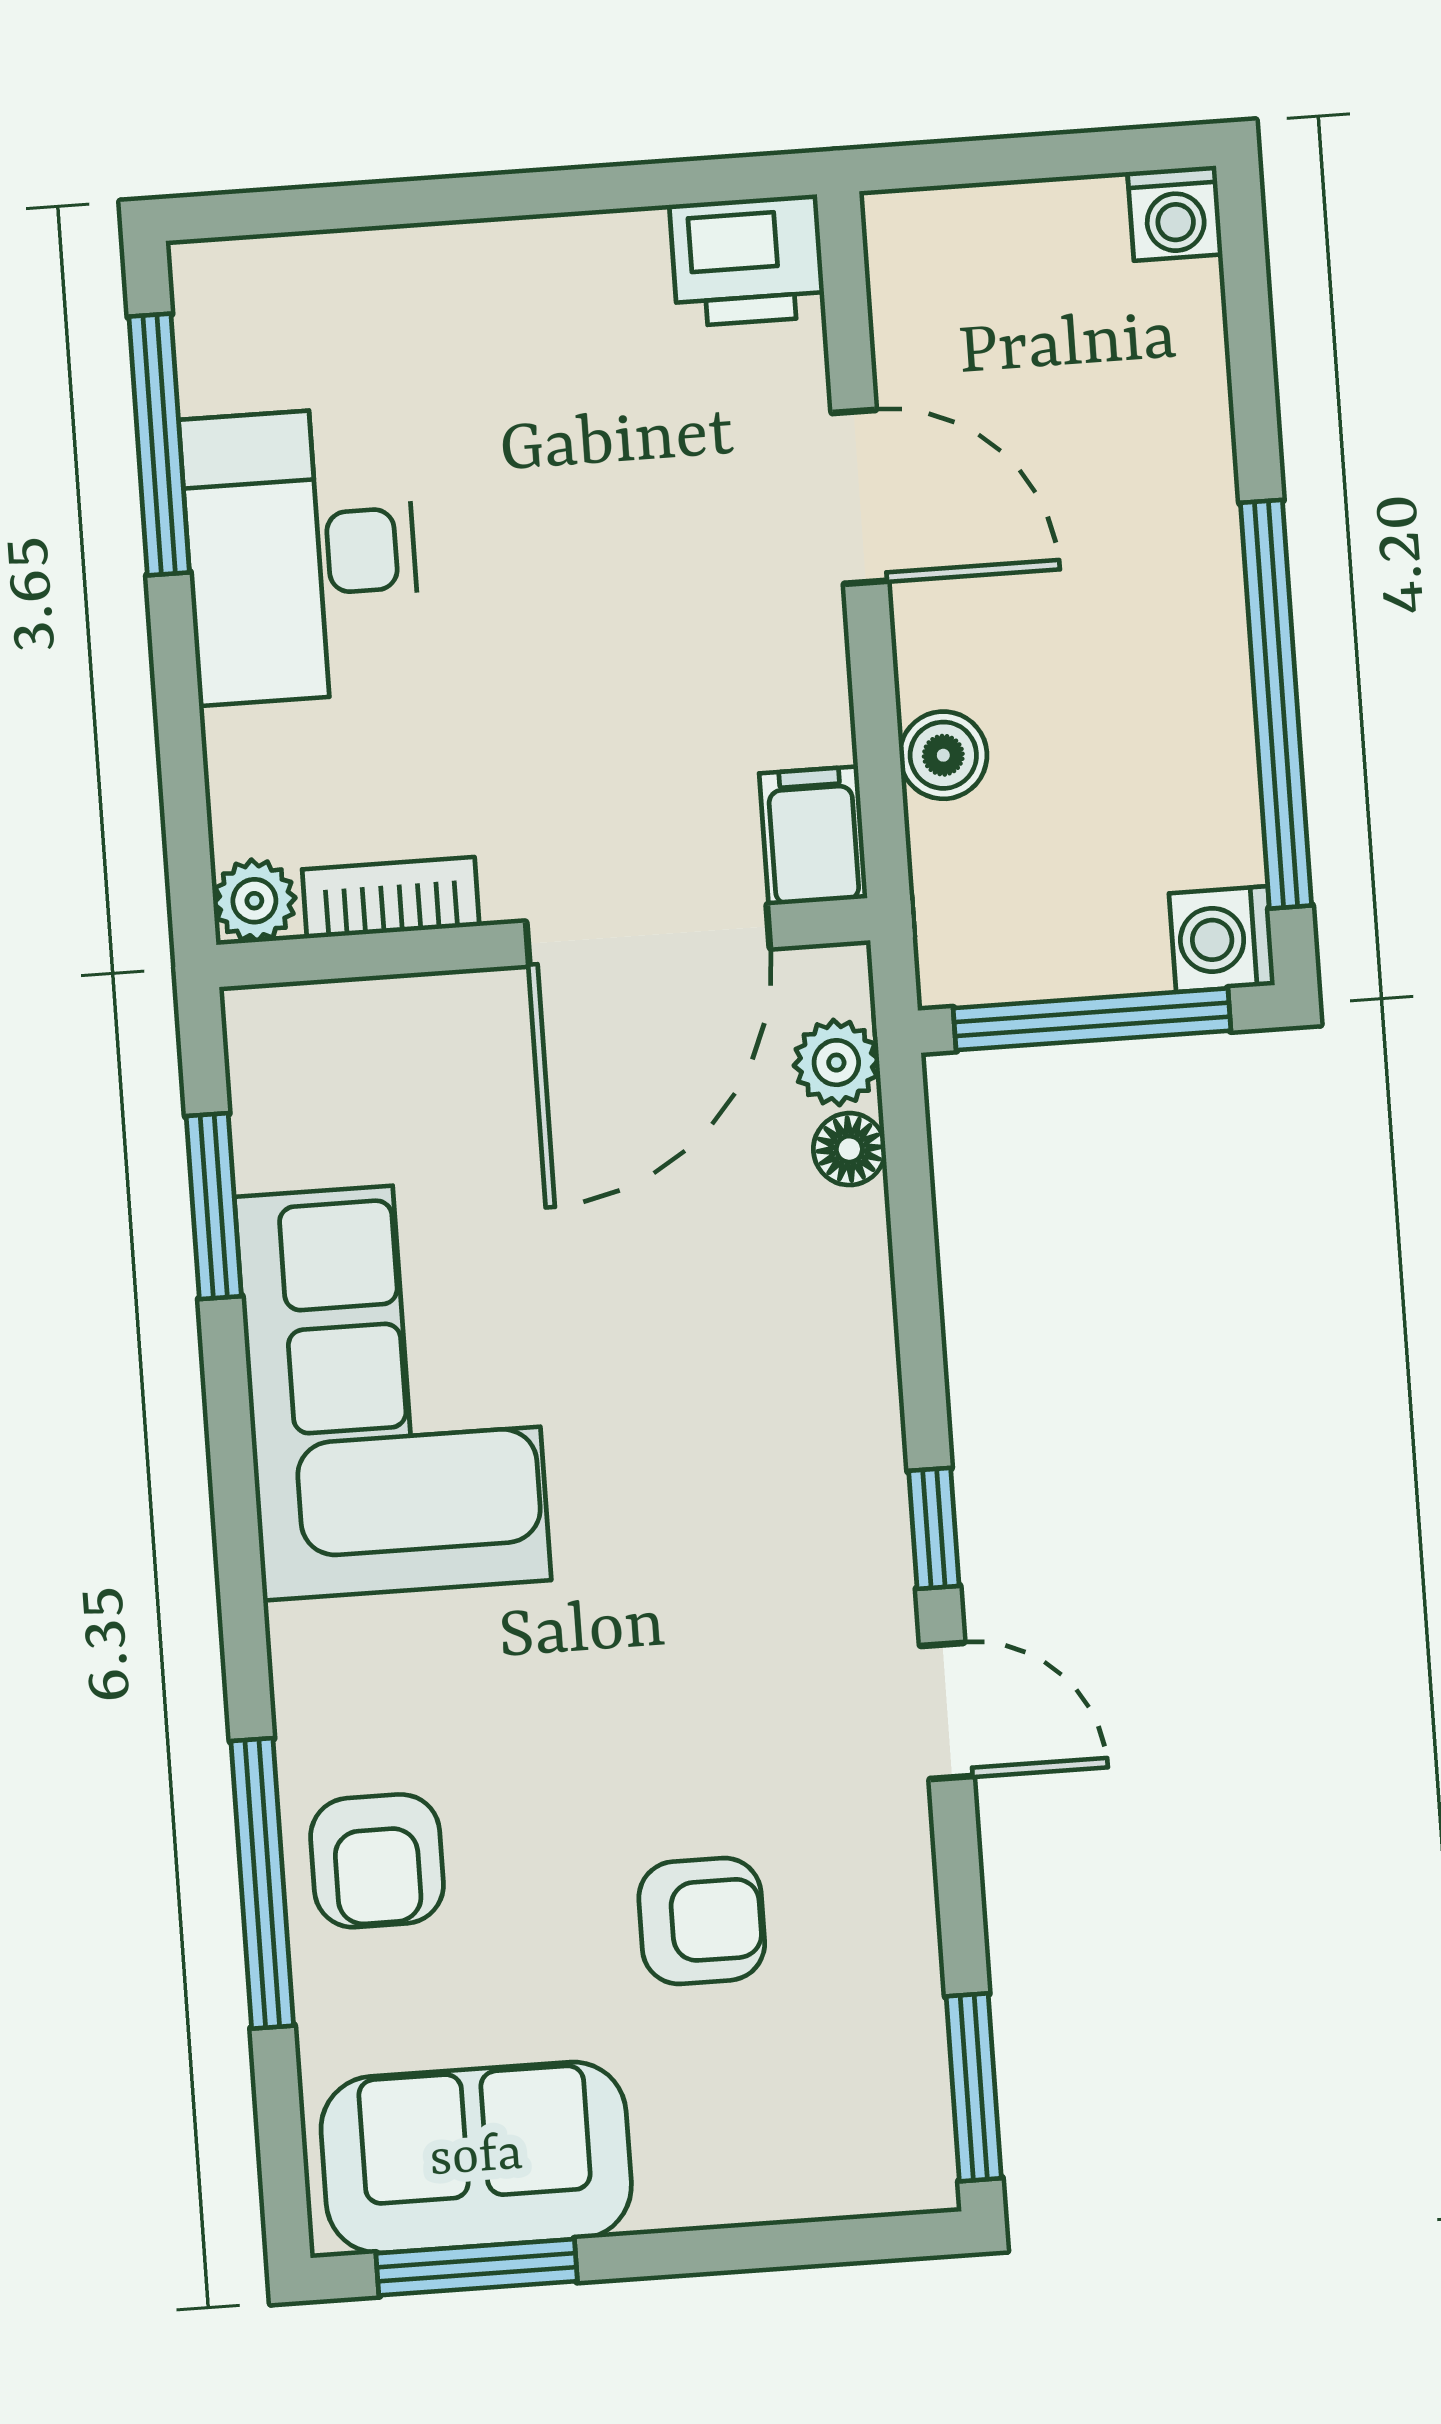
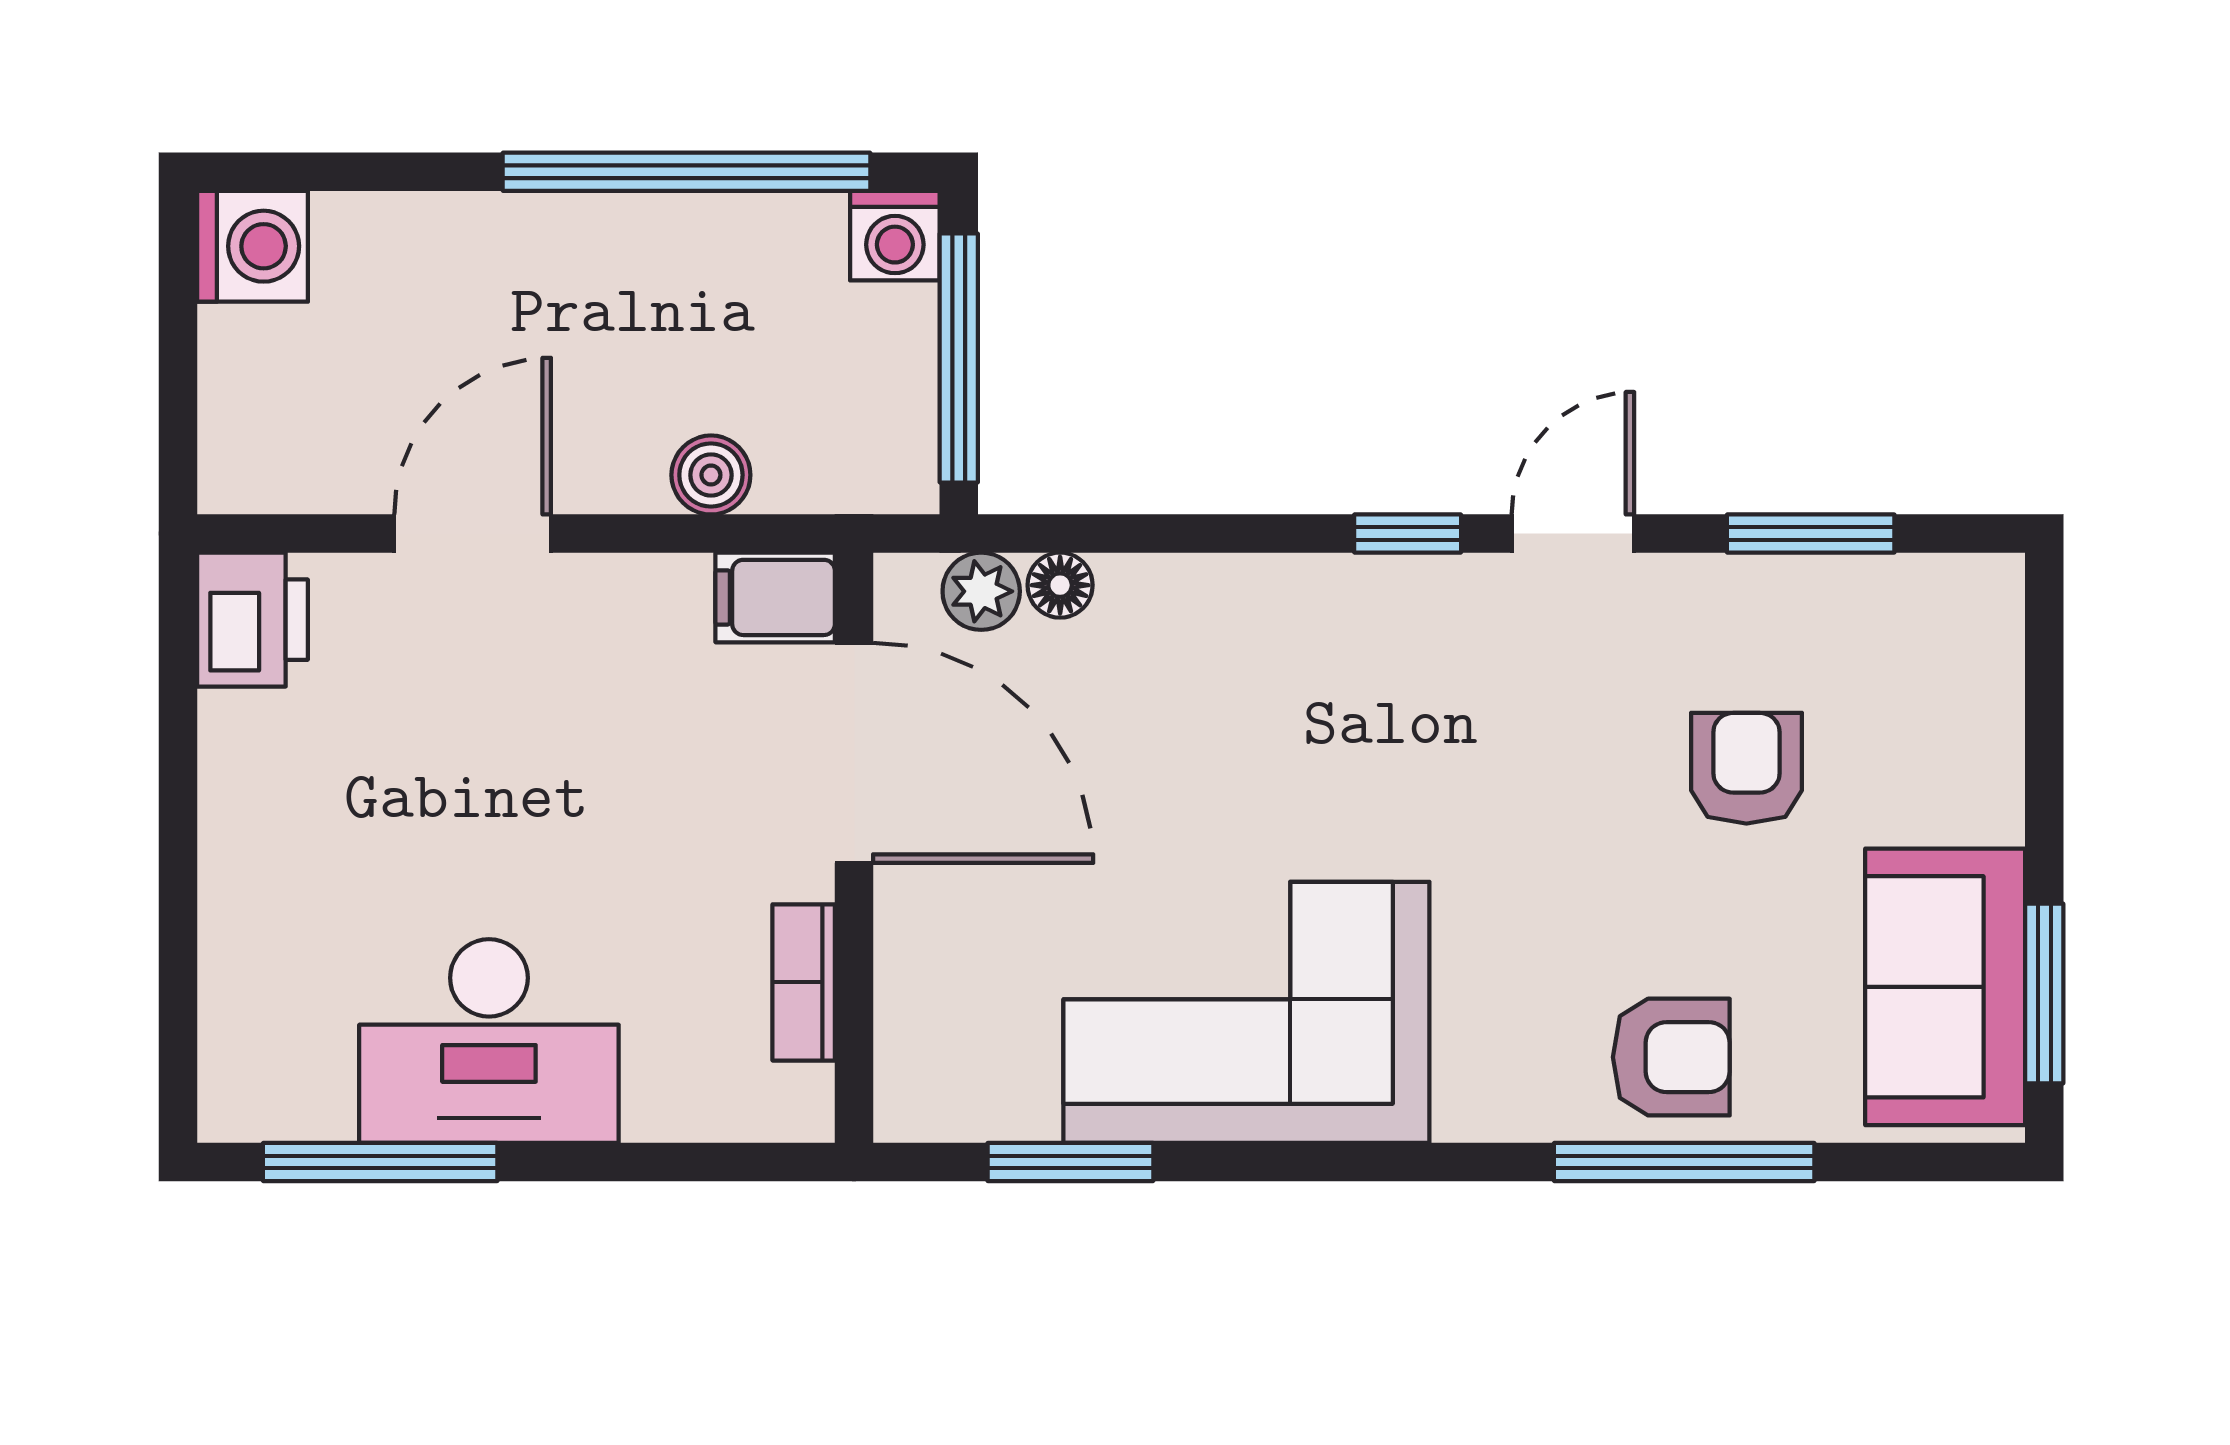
washing machine: (1175, 213) -> (252, 246), width x1.38, depth x1.38
plant: (254, 901) -> (798, 1106), removed
window: (974, 2087) -> (1811, 534), moved

